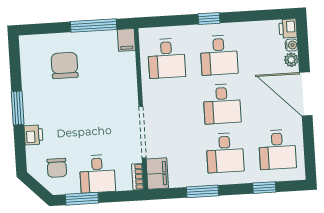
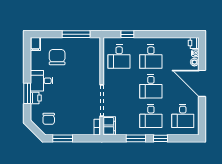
window: (209, 18) -> (127, 34), moved
filing cabinet: (126, 40) -> (35, 44), moved
window: (18, 108) -> (27, 93), moved
desk: (97, 174) -> (42, 81), moved, turned 90
window: (264, 188) -> (161, 138), moved

